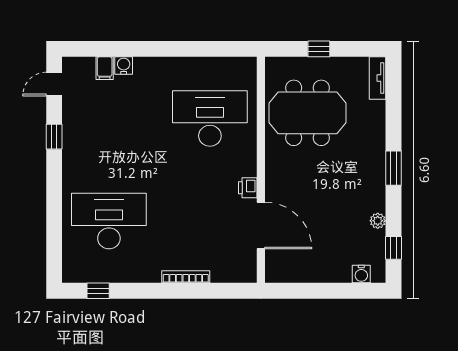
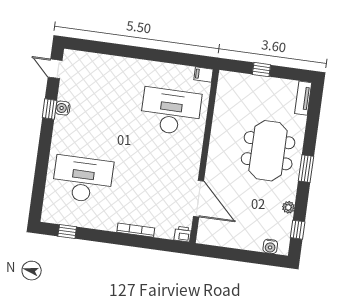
water cooler: (124, 65) -> (63, 108), moved, turned -90
filing cabinet: (105, 68) -> (204, 74), moved, turned 90
door: (54, 84) -> (55, 69), hinge flipped
meeting table: (307, 113) -> (268, 151), moved, turned 90
printer: (248, 188) -> (183, 234), moved, turned 90

